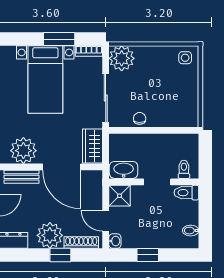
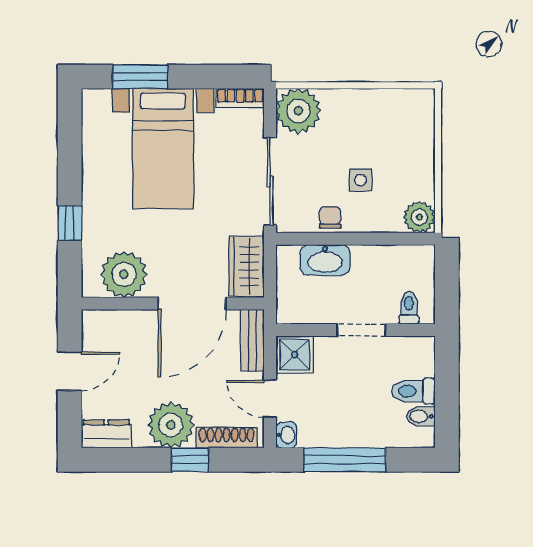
window: (59, 39) -> (140, 77), moved
side table: (185, 58) -> (360, 180), moved
plant: (190, 118) -> (419, 217), added
door: (62, 167) -> (192, 304), hinge flipped
washbasin: (124, 170) -> (325, 260), moved, turned 180
bench: (22, 177) -> (252, 340), moved, turned 90
toilet: (186, 193) -> (413, 391), moved
window: (148, 255) -> (345, 460), width x2.17

